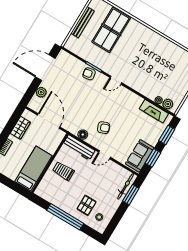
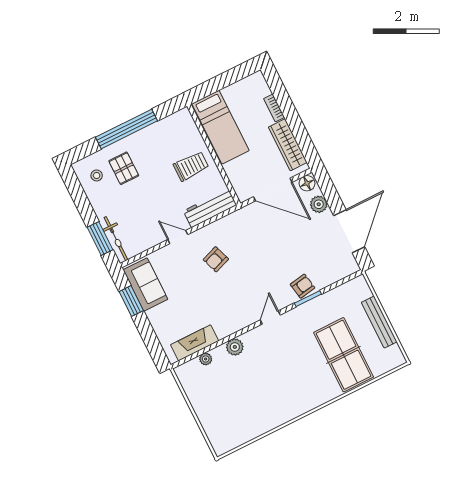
plant: (168, 104) -> (235, 347), moved
wardrobe: (20, 128) -> (288, 145), width x1.50
floor lamp: (83, 135) -> (307, 183), moved
window: (167, 135) -> (151, 340), removed
door: (105, 155) -> (178, 237), hinge flipped

